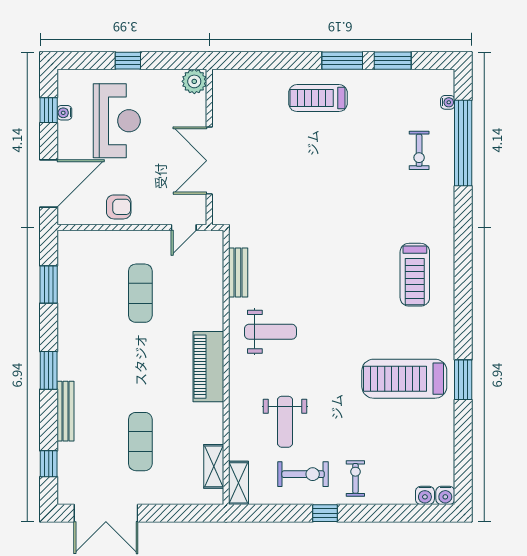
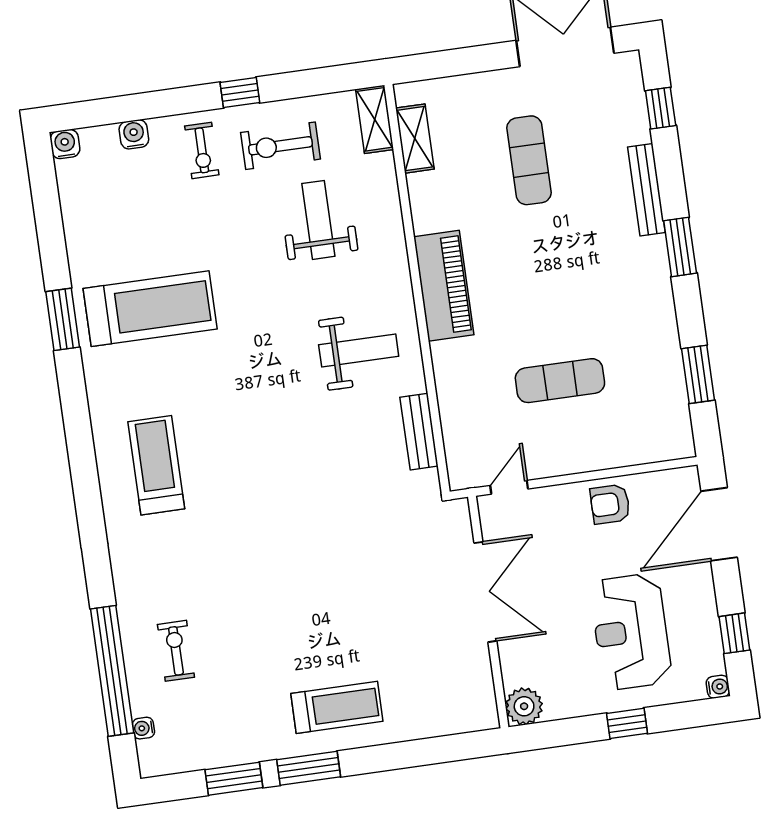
water cooler: (64, 113) -> (718, 687), moved
exercise mat: (140, 293) -> (560, 381), turned 90
weight bench: (270, 332) -> (359, 350), turned 180
water cooler: (425, 495) -> (134, 134), moved

